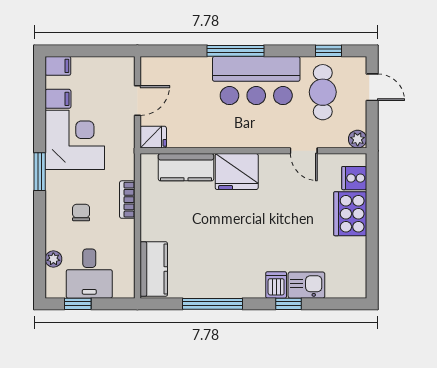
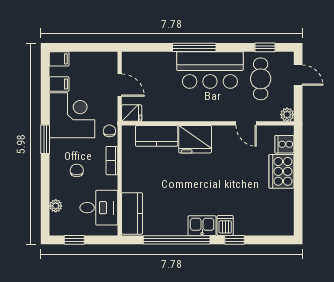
door: (137, 100) -> (120, 85), hinge flipped
chair: (124, 161) -> (109, 131), added
desk: (89, 274) -> (99, 208), moved, turned -90
kitchen sink: (306, 285) -> (202, 226), moved
window: (213, 304) -> (177, 240), width x1.46

